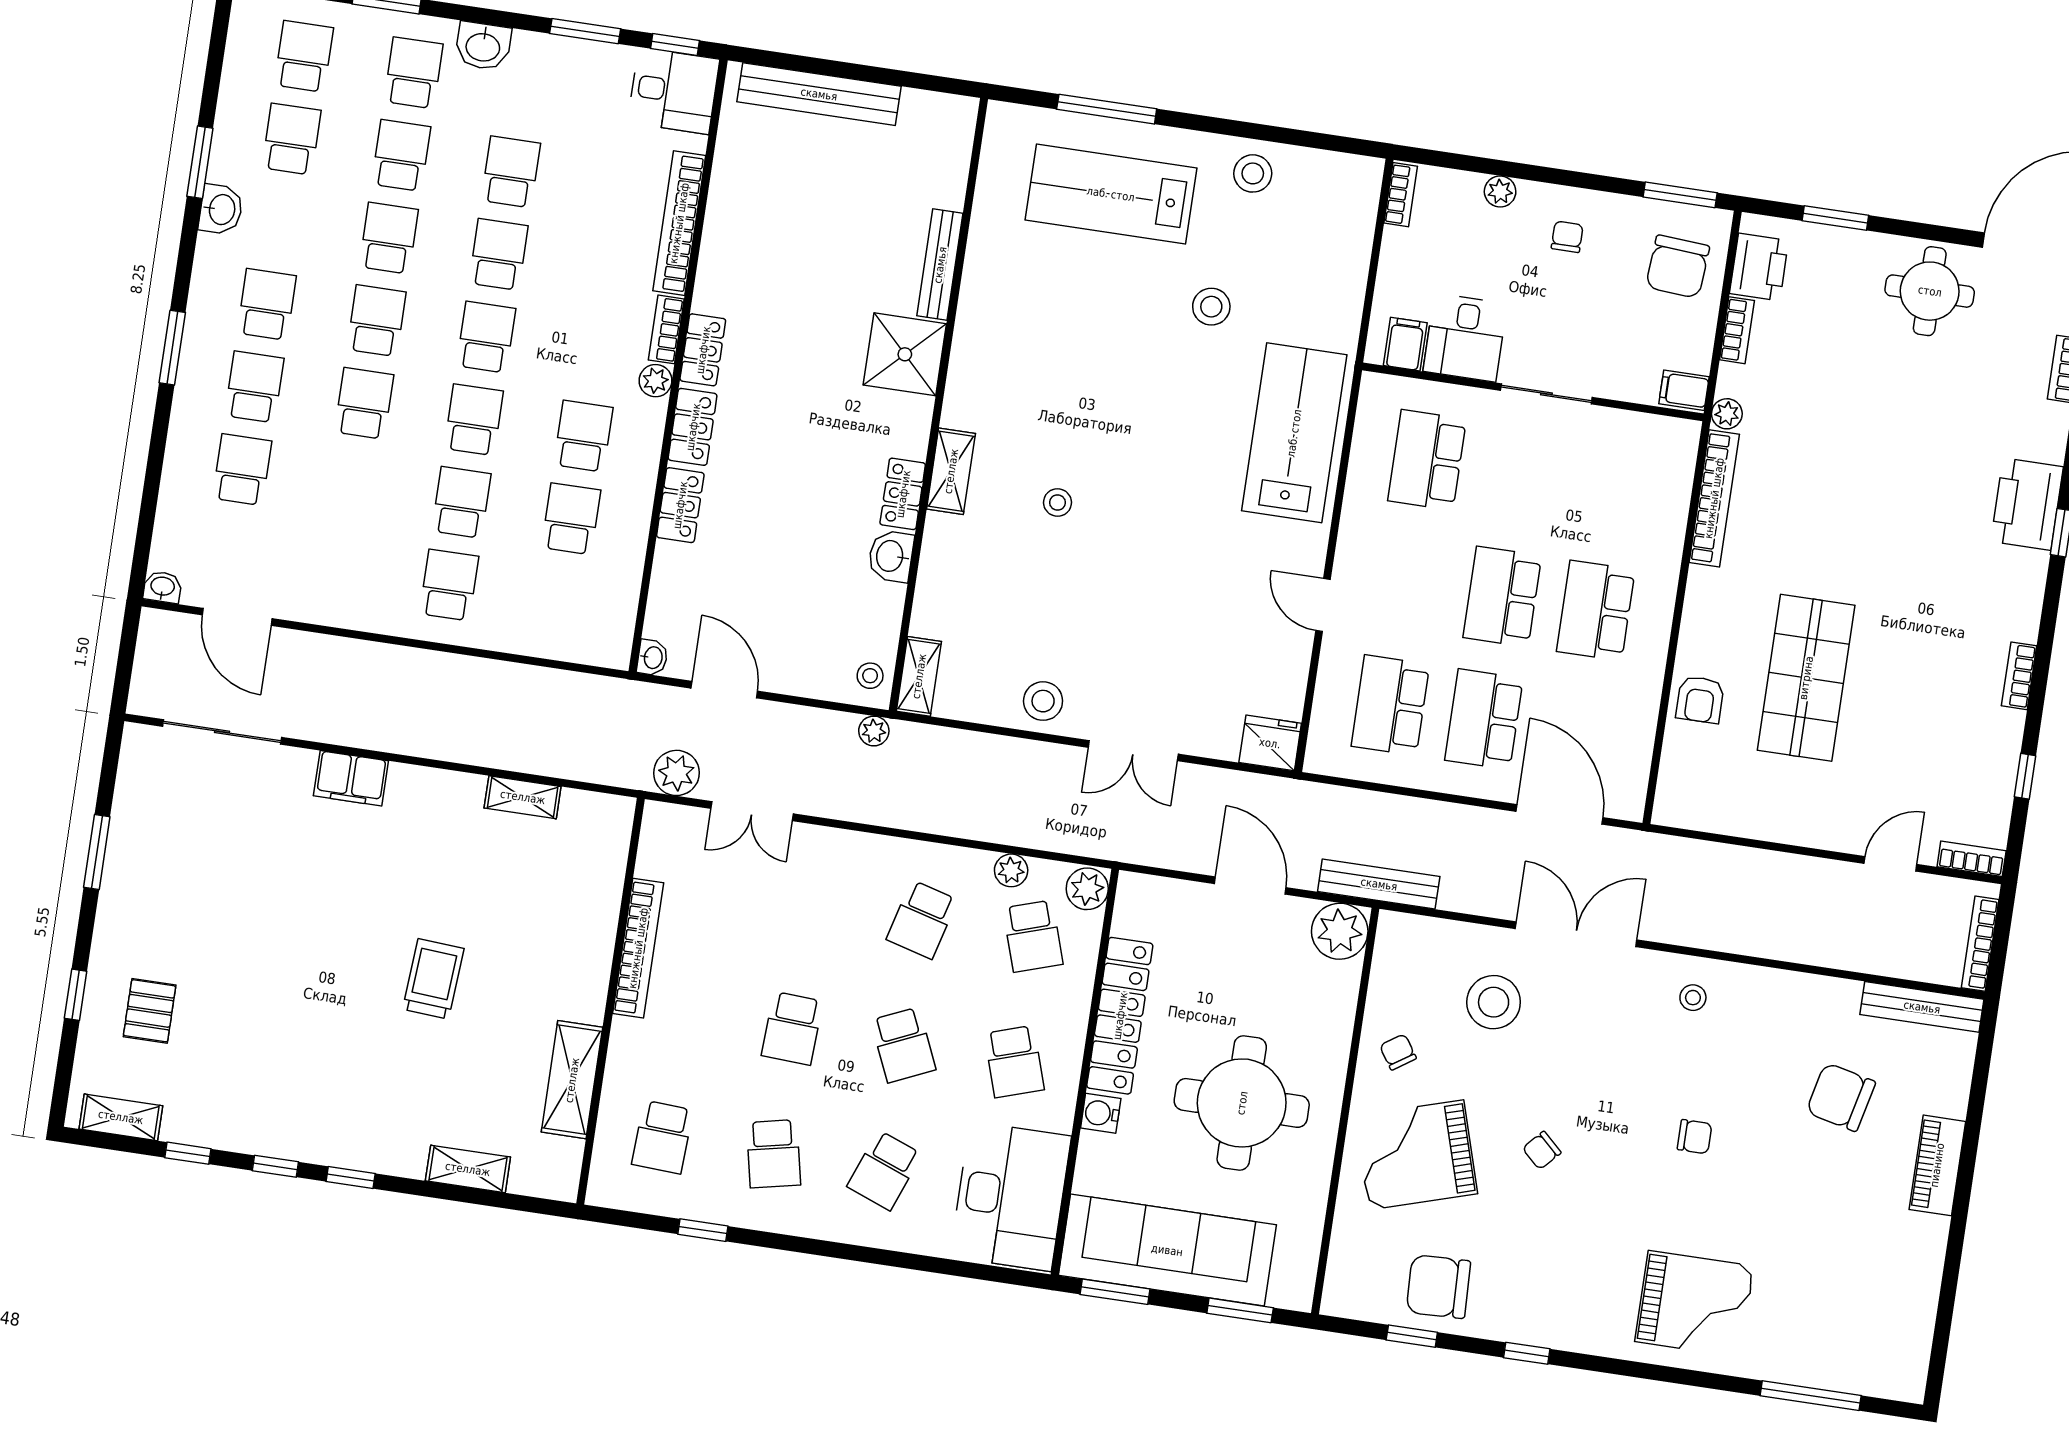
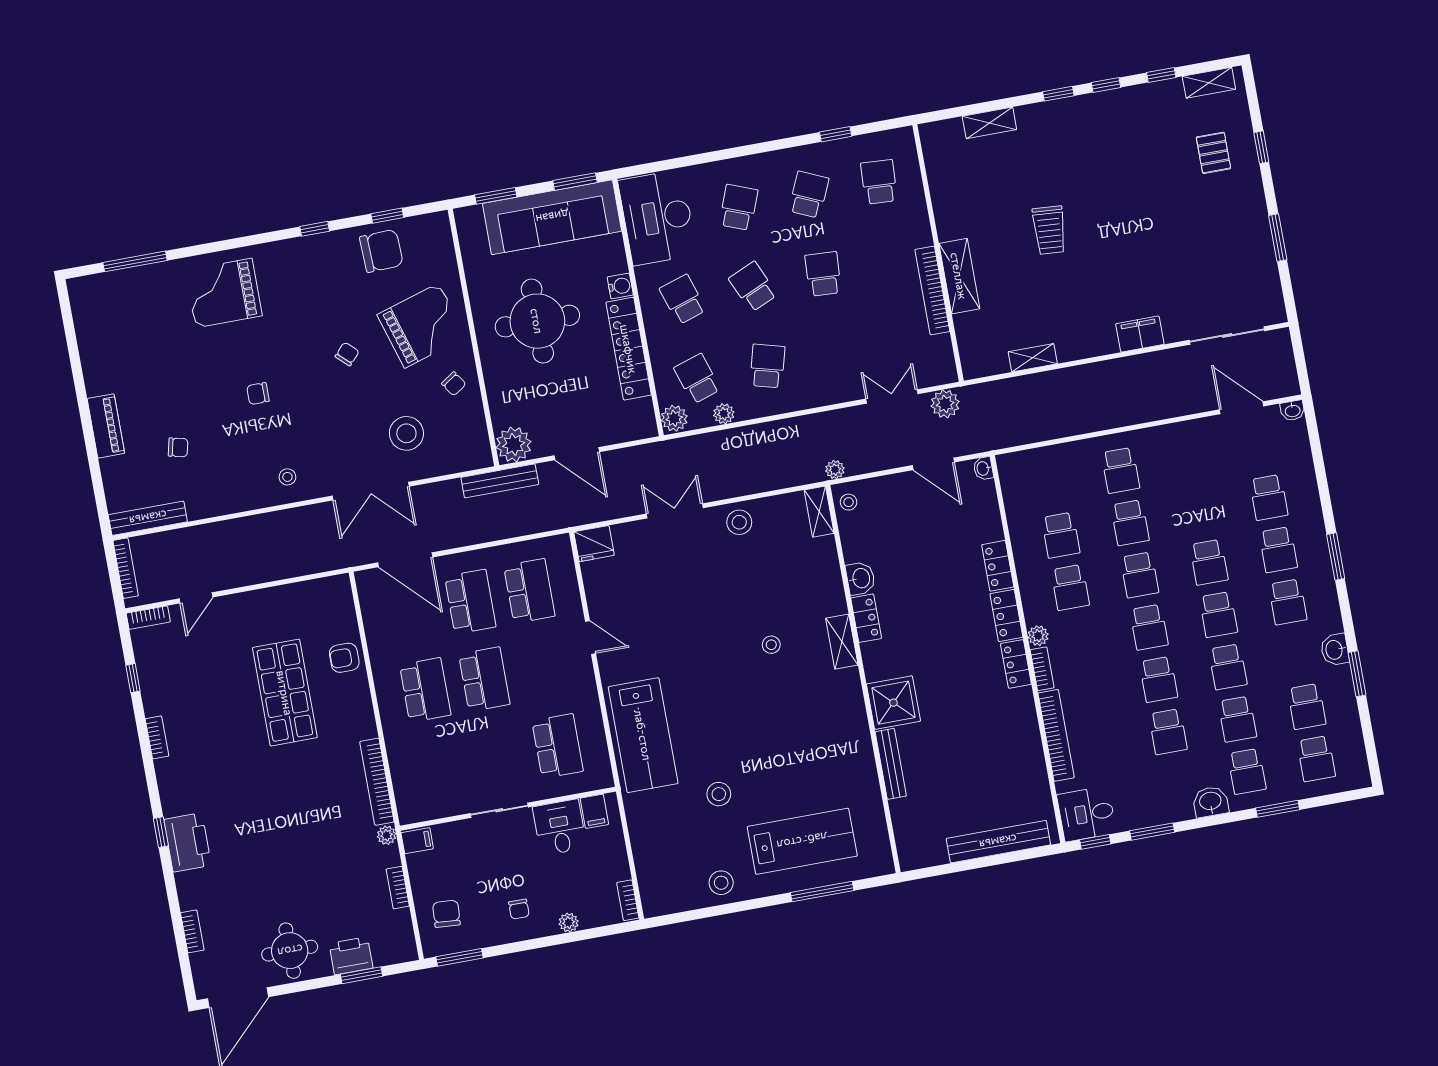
chair: (1678, 267) -> (446, 914), width x0.73, depth x0.73
printer: (1759, 267) -> (351, 956), moved, turned 90
armchair: (1700, 700) -> (344, 658), turned -90
shelving: (572, 1080) -> (959, 276), moved
chair: (1841, 1097) -> (178, 447), width x0.54, depth x0.54
school desk: (774, 1154) -> (809, 195), turned 36

